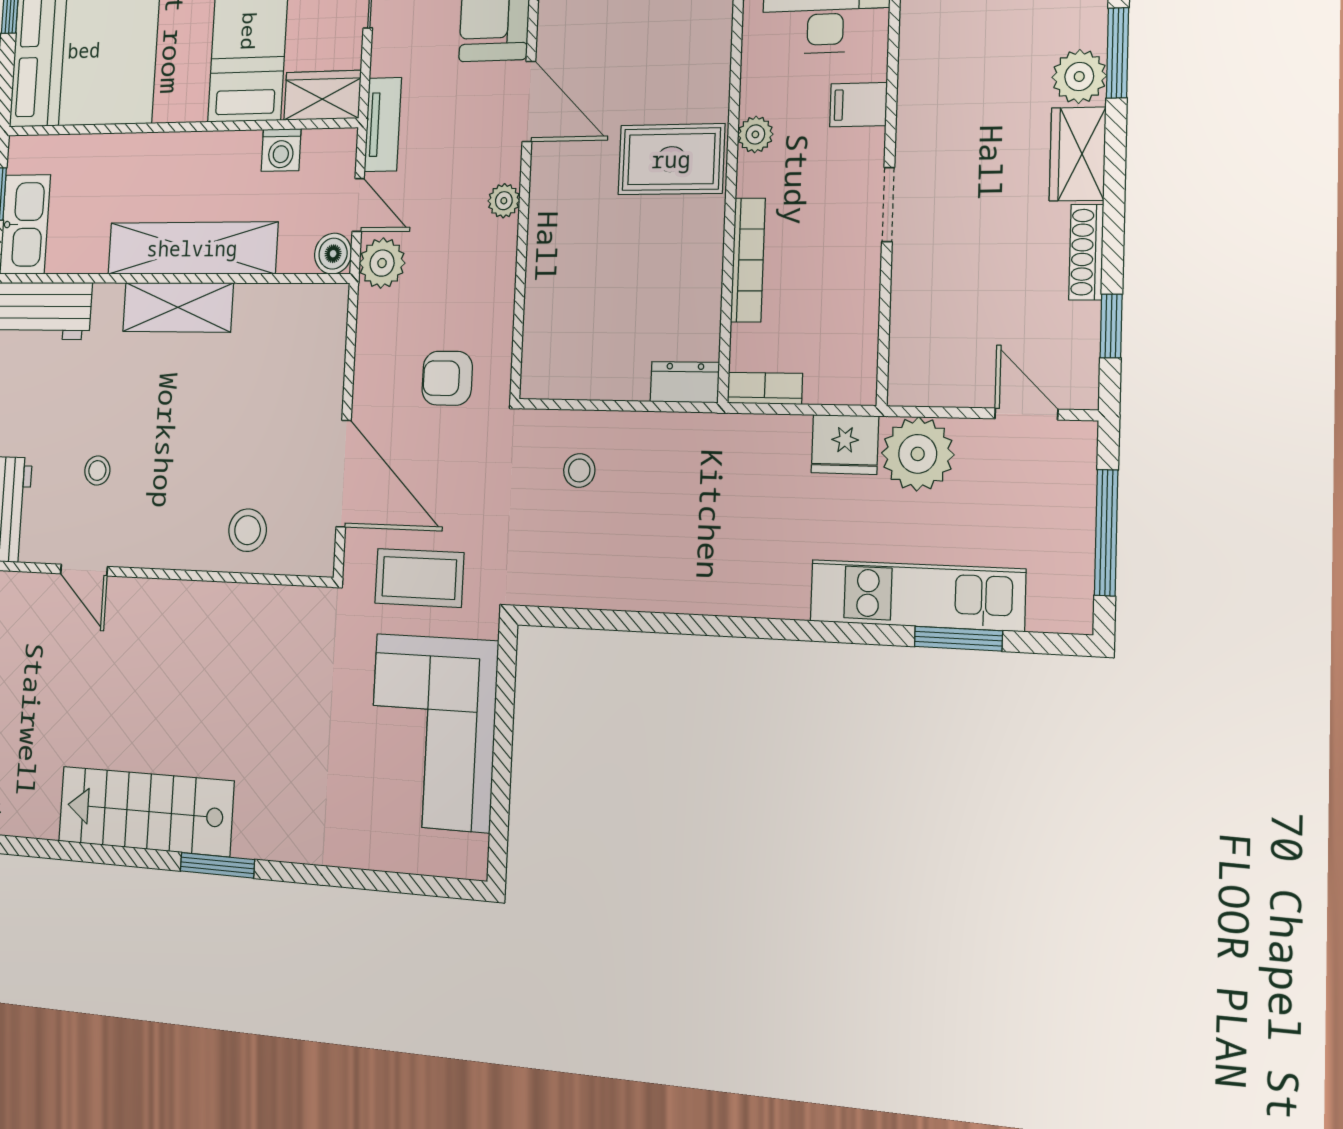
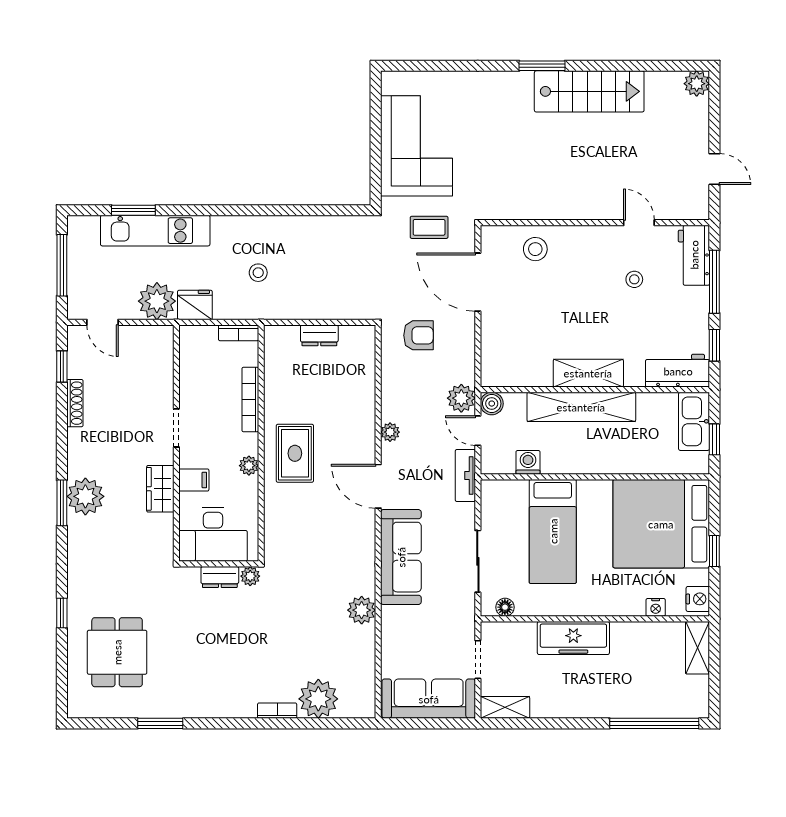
plant: (1079, 76) -> (85, 496), width x1.36, depth x1.36
wardrobe: (322, 95) -> (504, 493), removed
wardrobe: (1078, 154) -> (160, 489), moved, turned 180
rug: (671, 159) -> (295, 453), turned 90
dresser: (685, 382) -> (319, 335), moved
stool: (579, 470) -> (258, 273), moved
coffee table: (419, 578) -> (429, 227), width x0.73, depth x0.77

